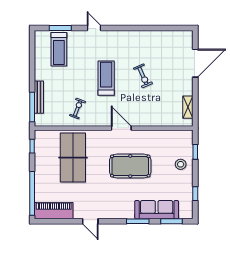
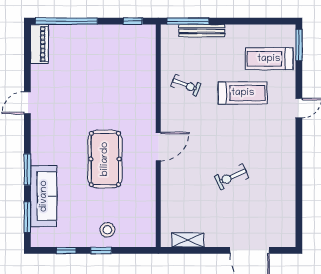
window: (60, 28) -> (299, 45), moved
treadmill: (106, 78) -> (243, 93), moved
window: (195, 152) -> (101, 250), moved
table tennis table: (73, 158) -> (117, 78), removed
piano: (54, 211) -> (39, 44), width x0.73, depth x0.75

